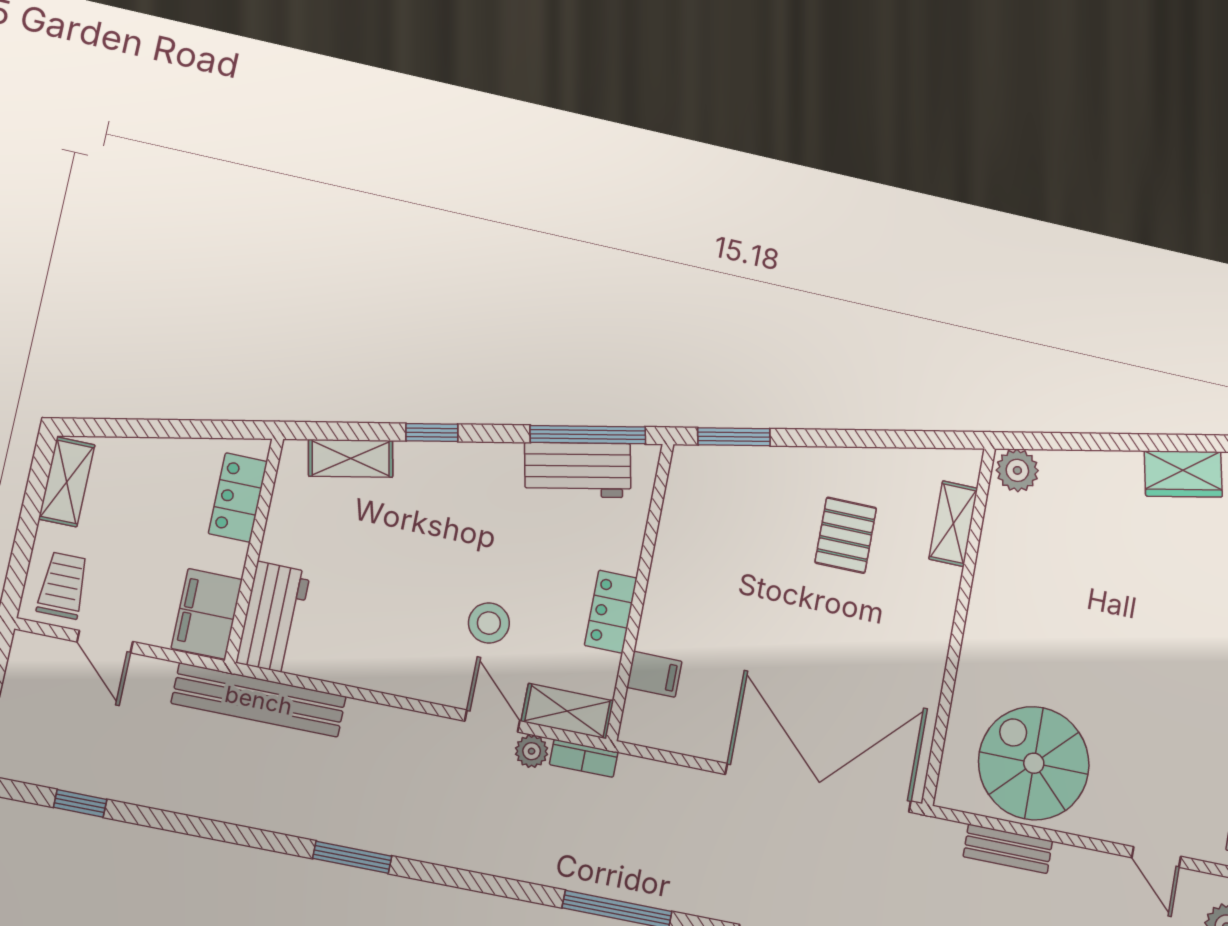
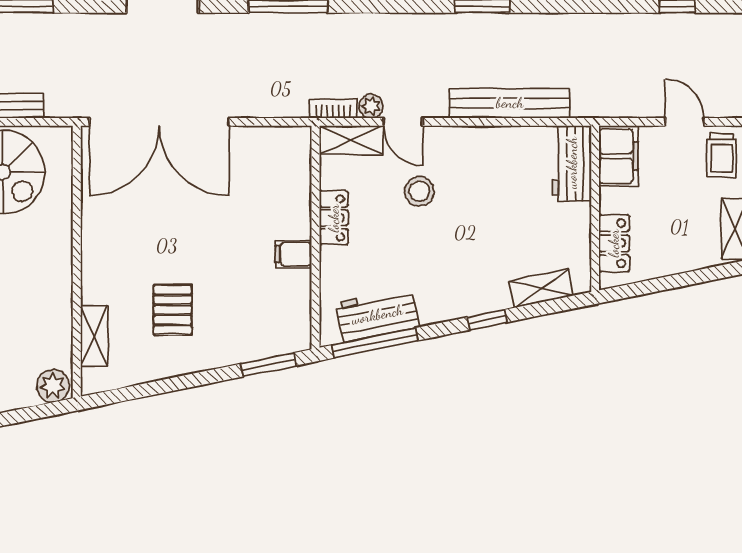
filing cabinet: (654, 674) -> (294, 254), moved
bench: (259, 700) -> (510, 103), moved

